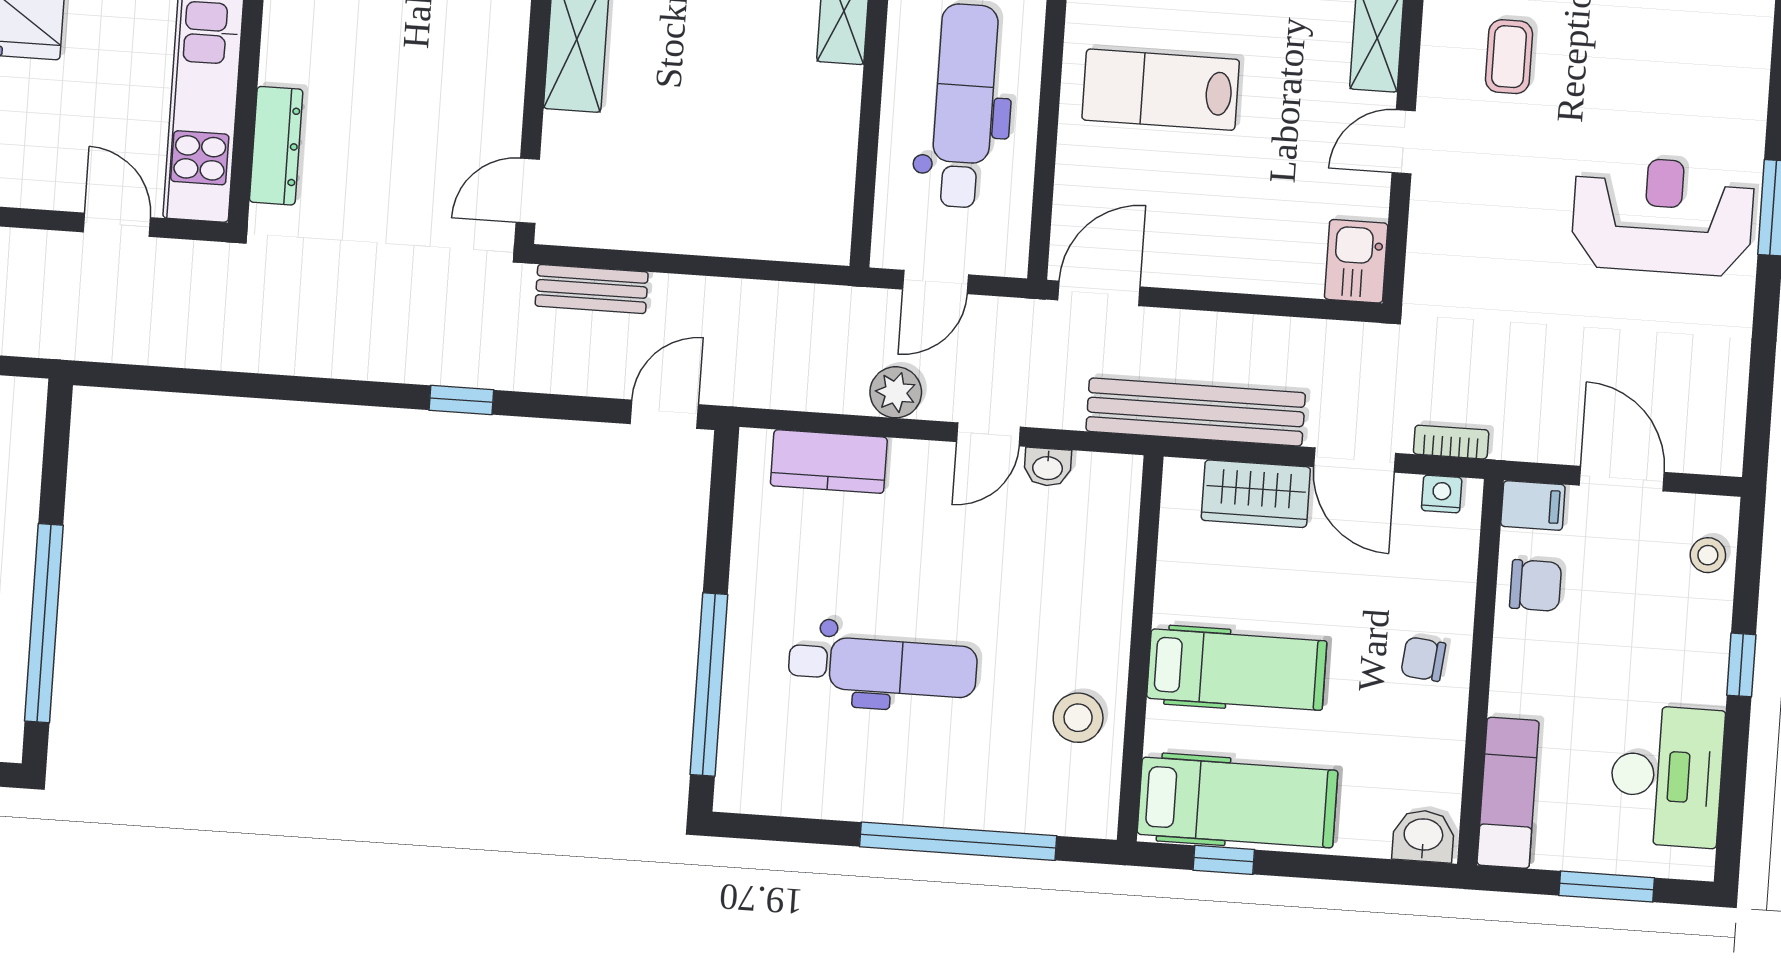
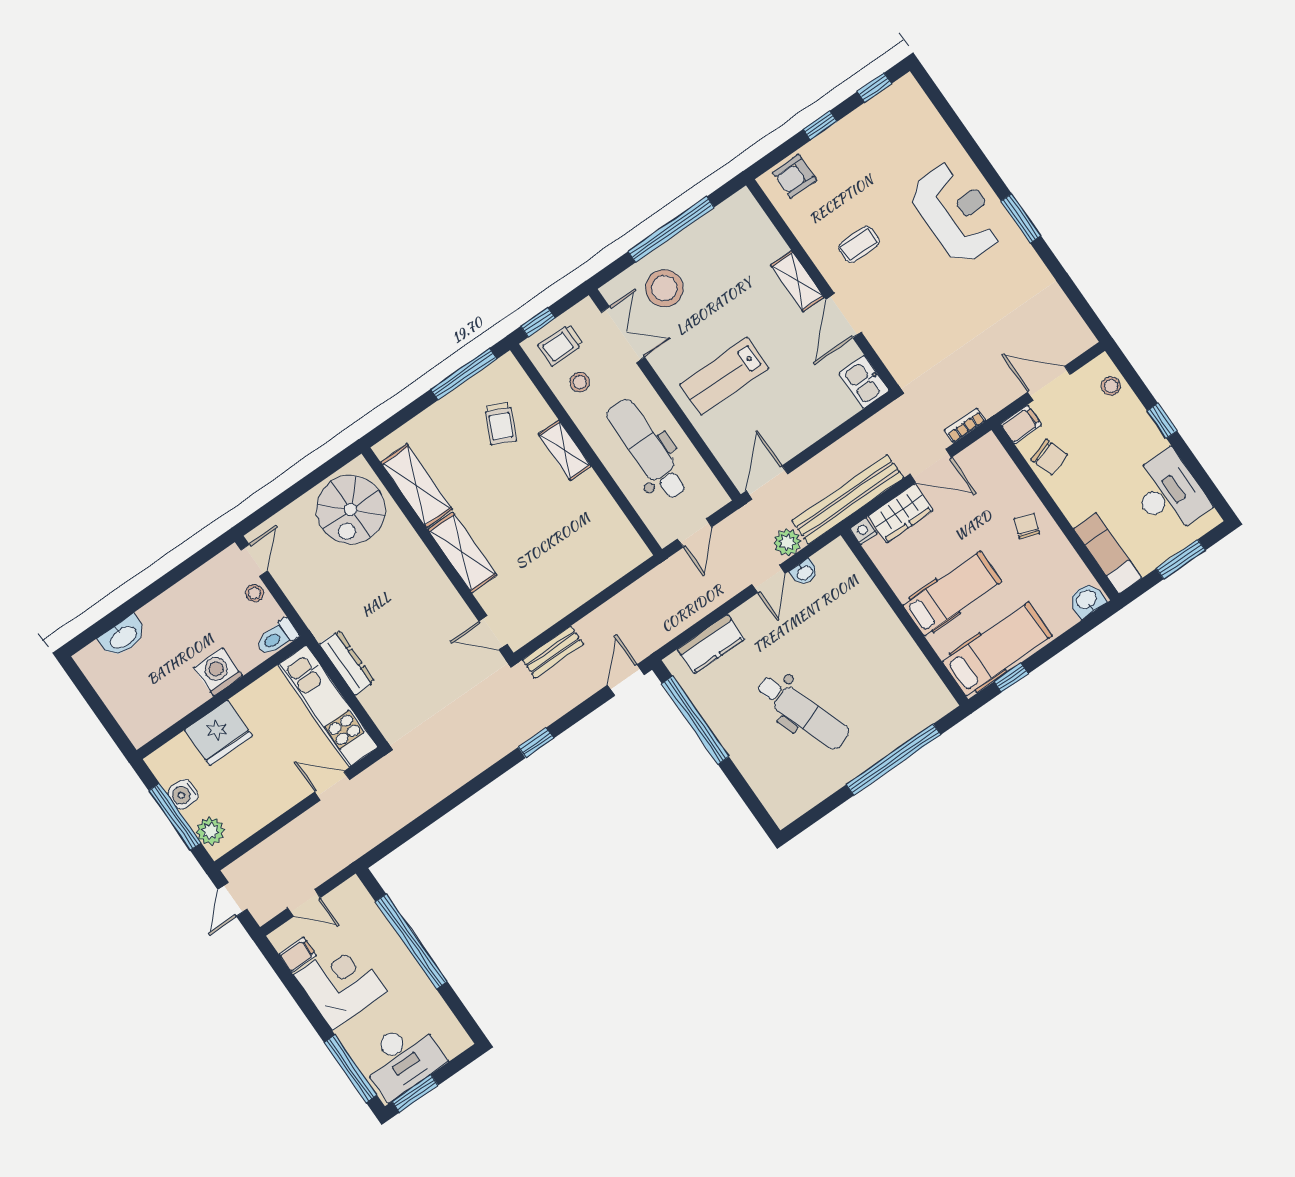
coffee table: (1509, 57) -> (859, 244), turned 90
door: (1404, 142) -> (844, 316), width x1.38
dresser: (276, 146) -> (347, 663), moved
door: (528, 191) -> (493, 633), hinge flipped
reception desk: (1663, 216) -> (956, 213), moved, turned 90
plant: (896, 392) -> (787, 542), moved
nightstand: (1442, 494) -> (863, 531), moved
chair: (1536, 585) -> (1049, 457), turned 71
window: (44, 623) -> (411, 942), moved
chair: (1423, 659) -> (1027, 526), turned 104
dental chair: (883, 666) -> (803, 712), turned 70
window: (709, 684) -> (695, 720), moved
stool: (1078, 718) -> (902, 667), removed

